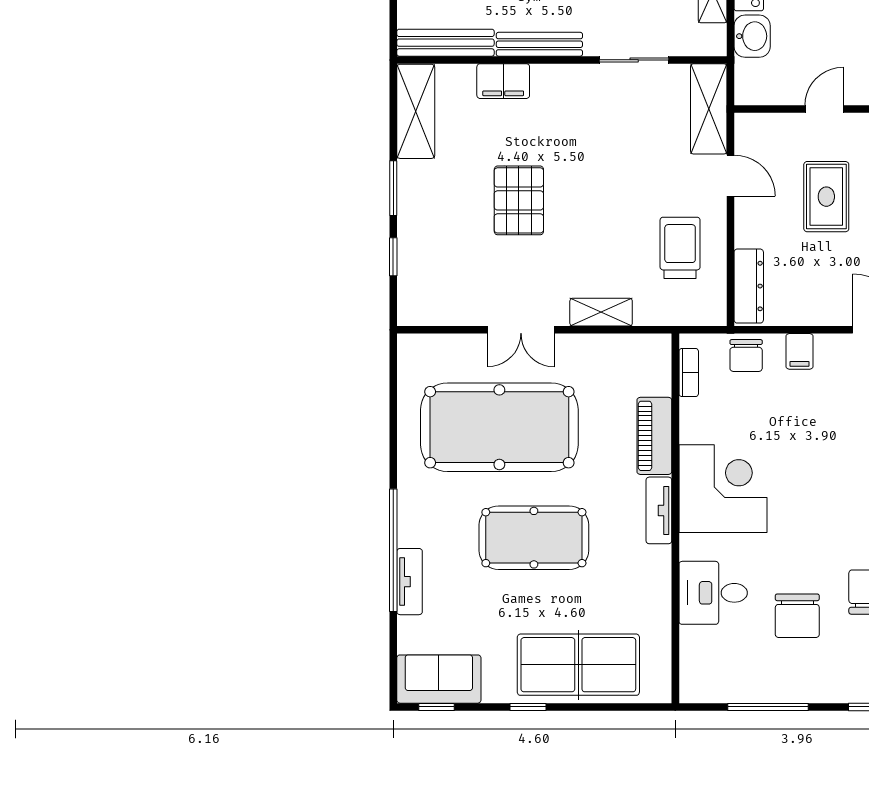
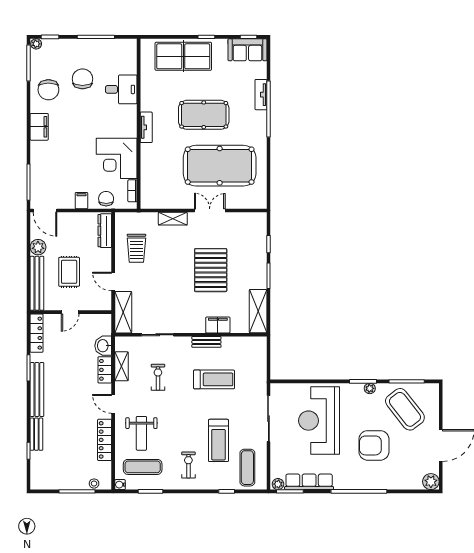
bench: (445, 43) -> (244, 343), removed
bench: (539, 44) -> (206, 342), width x0.73
pallet: (519, 200) -> (211, 270), width x1.37, depth x1.41
piano: (654, 436) -> (148, 162), removed
corner desk: (723, 489) -> (117, 158), moved

